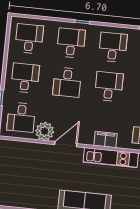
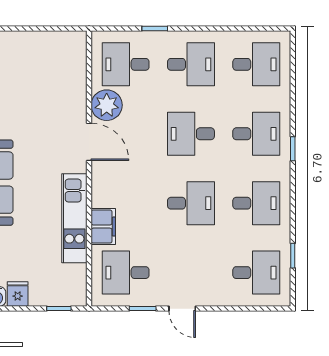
filing cabinet: (105, 140) -> (103, 227), moved

